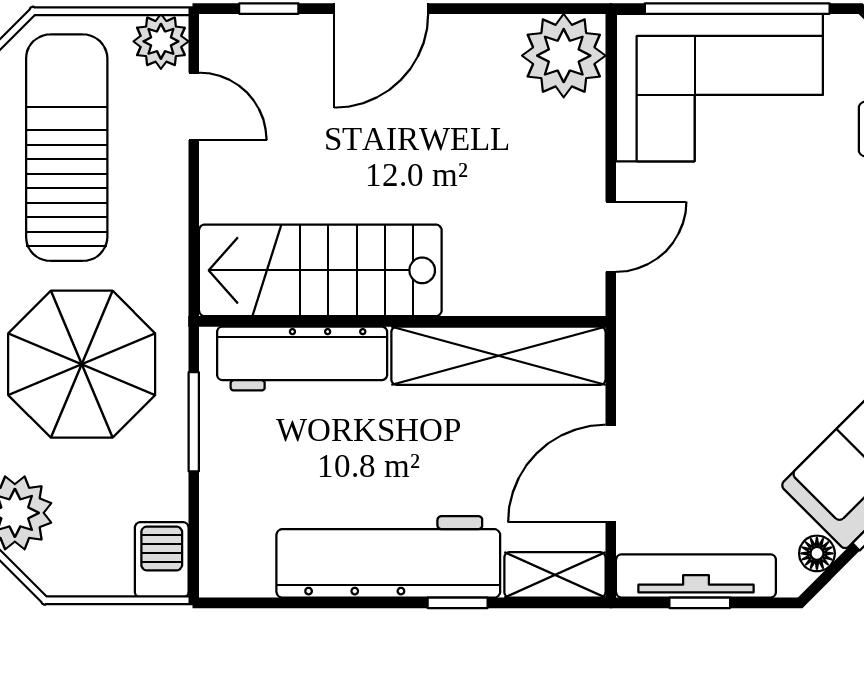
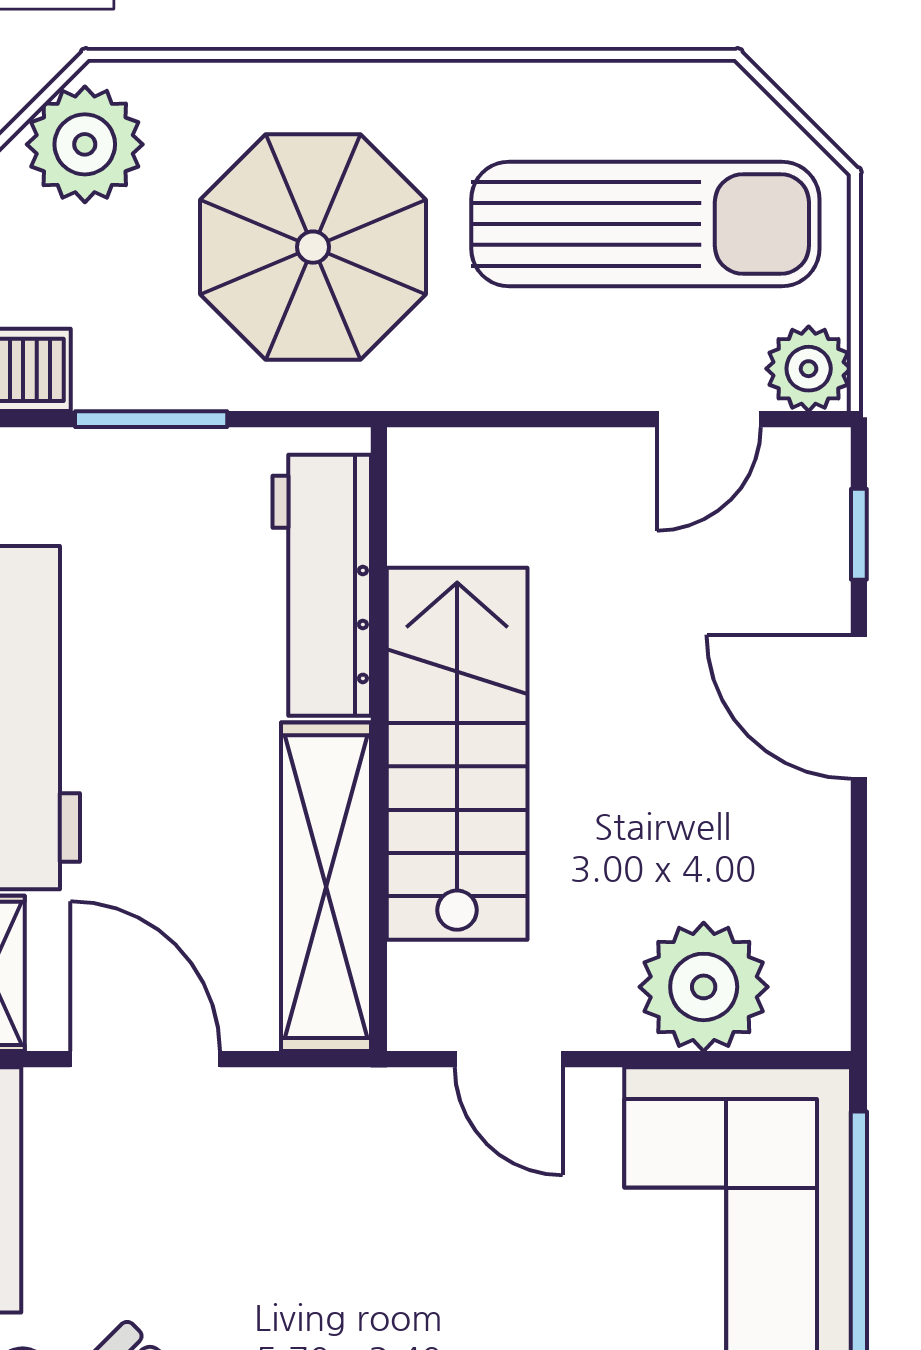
plant: (564, 56) -> (704, 987), moved
stairs: (320, 270) -> (457, 754), moved
window: (194, 422) -> (151, 419), moved

